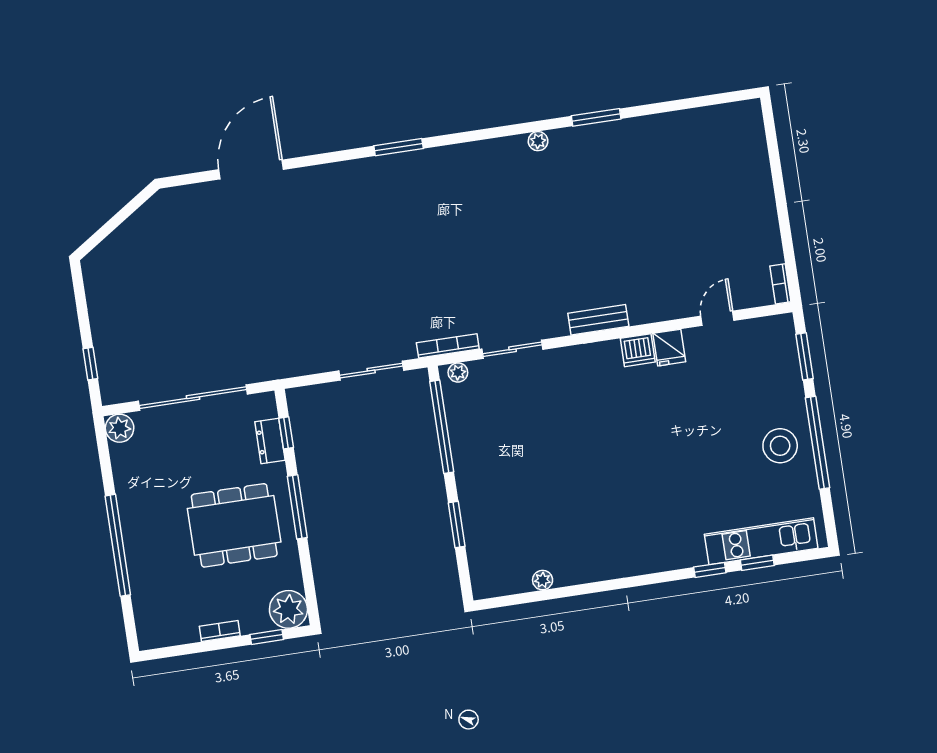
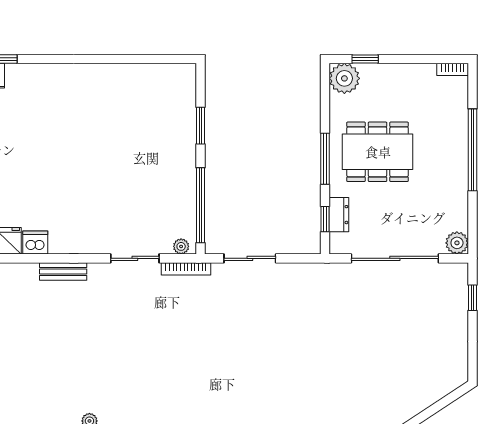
plant: (543, 580) -> (139, 71), removed
bookcase: (220, 631) -> (453, 69), moved

